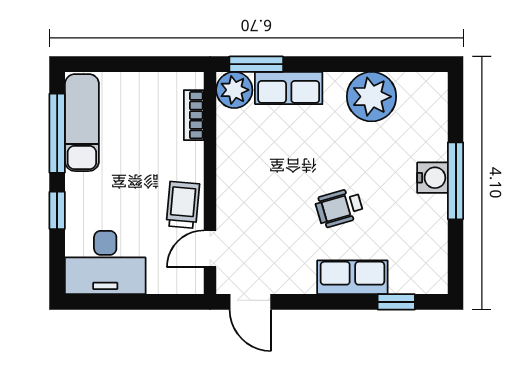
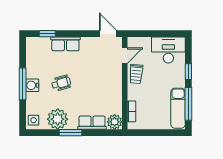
window: (256, 64) -> (71, 133), moved
side table: (429, 94) -> (34, 120), added
wheelchair: (339, 208) -> (61, 83), moved

